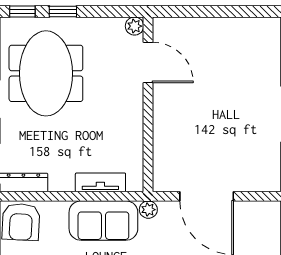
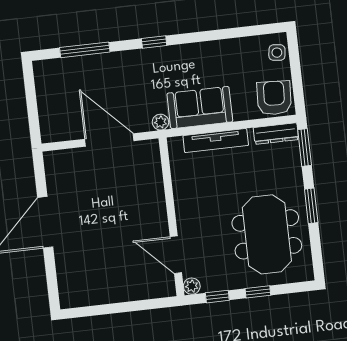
window: (22, 12) -> (217, 297), moved
tv unit: (100, 182) -> (216, 141), width x1.41

